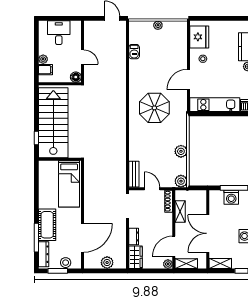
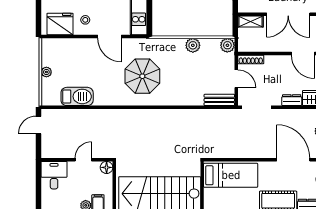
desk: (59, 33) -> (54, 175), moved, turned 90
barbecue: (134, 52) -> (77, 96), width x1.88, depth x1.53
door: (152, 189) -> (236, 79), swing flipped
shelving: (180, 212) -> (250, 21), moved

